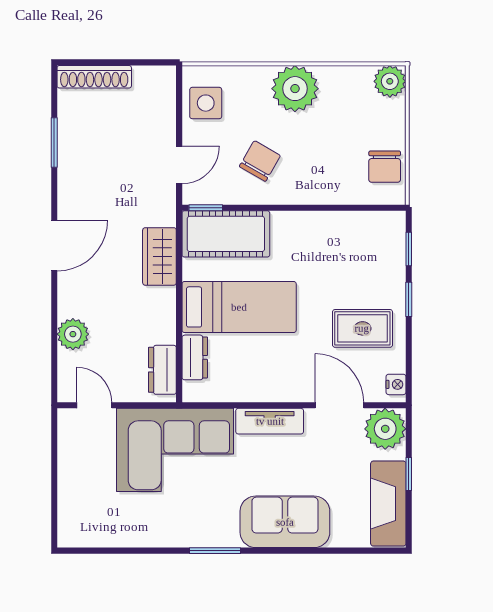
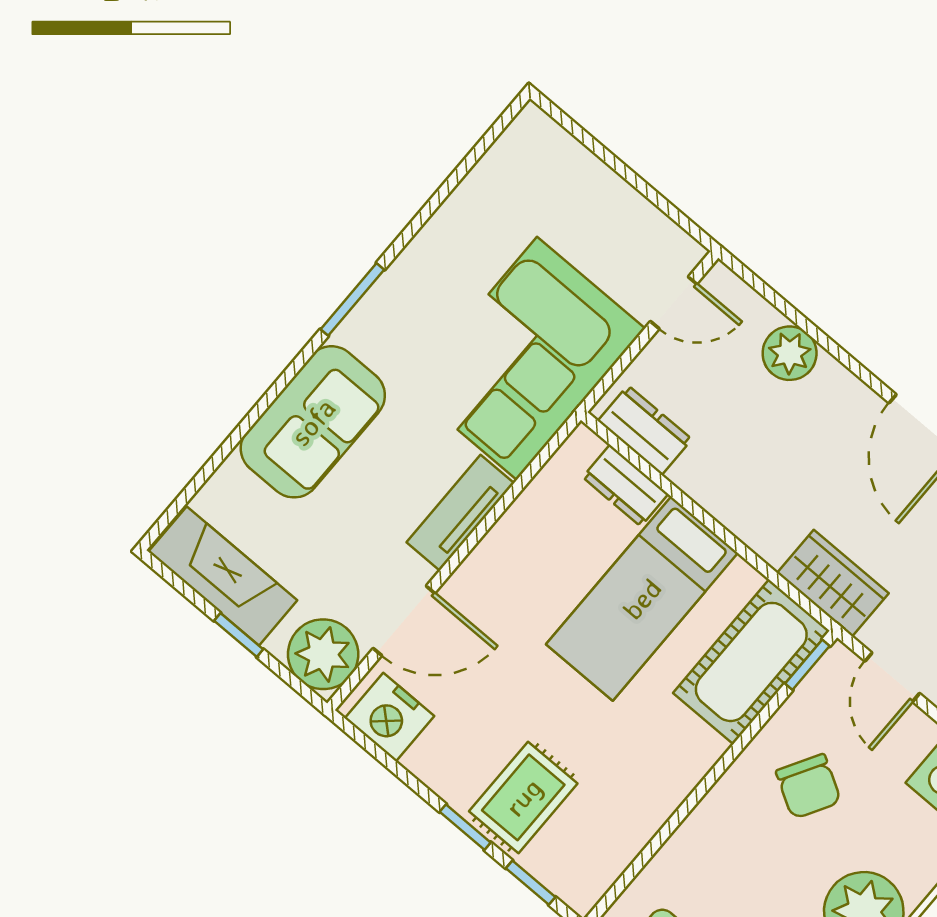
wardrobe: (159, 256) -> (833, 583), moved
rug: (362, 328) -> (523, 797), moved
nightstand: (396, 384) -> (389, 717), width x1.89, depth x1.79

